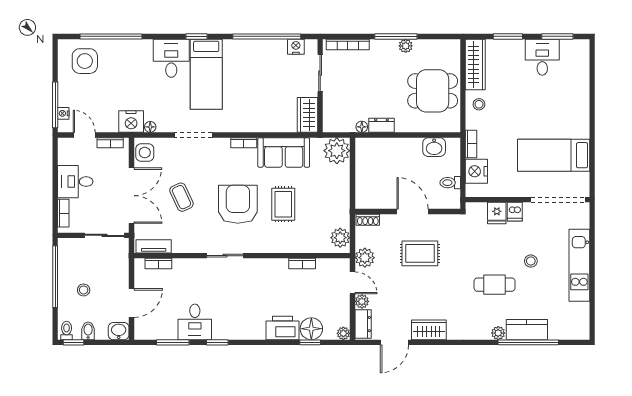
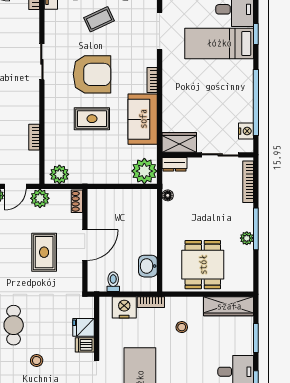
stool: (479, 104) -> (182, 327), moved
dresser: (381, 125) -> (175, 164), moved, turned 90

